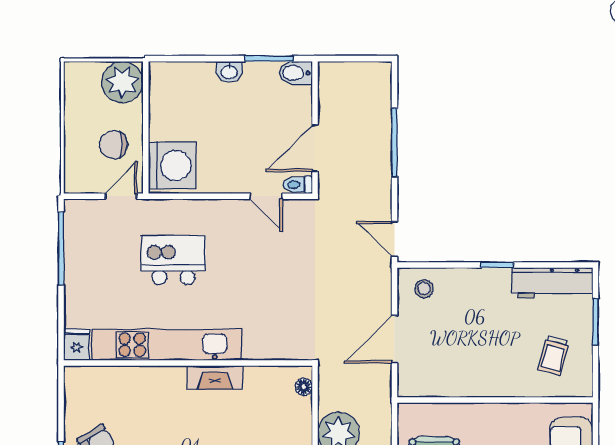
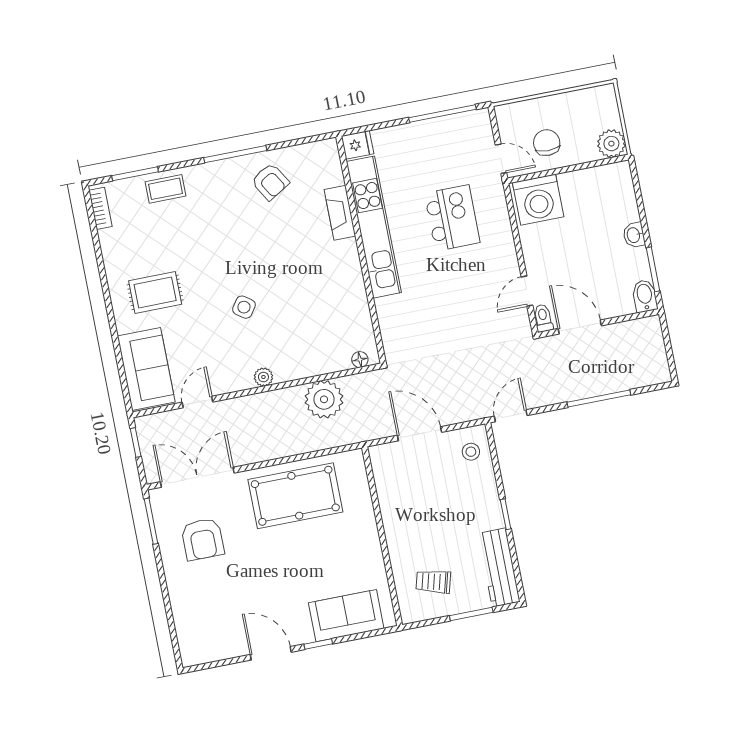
plant: (122, 82) -> (611, 144), width x0.73, depth x0.73
fireplace: (215, 377) -> (340, 213), moved

